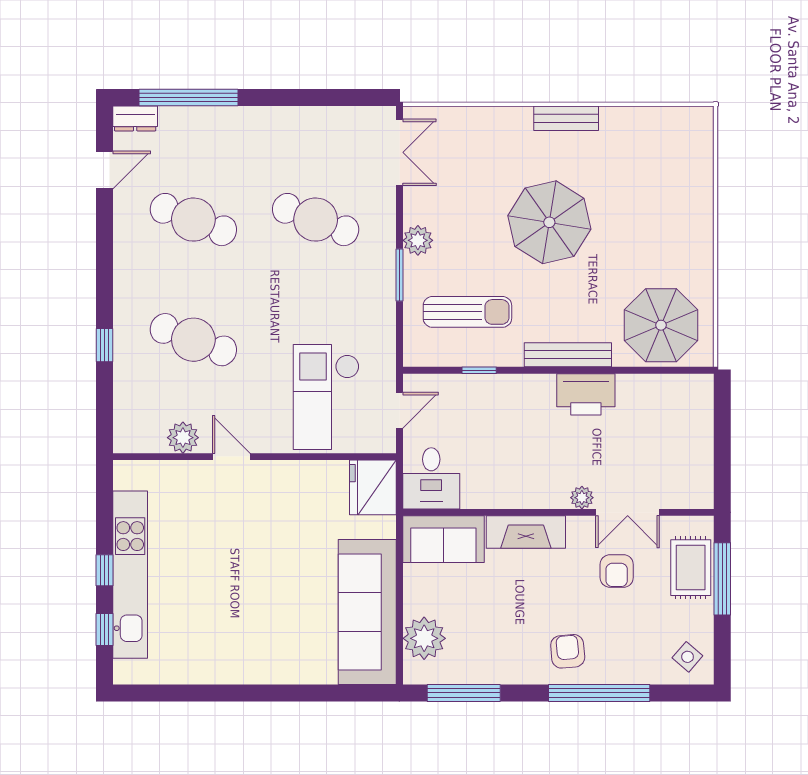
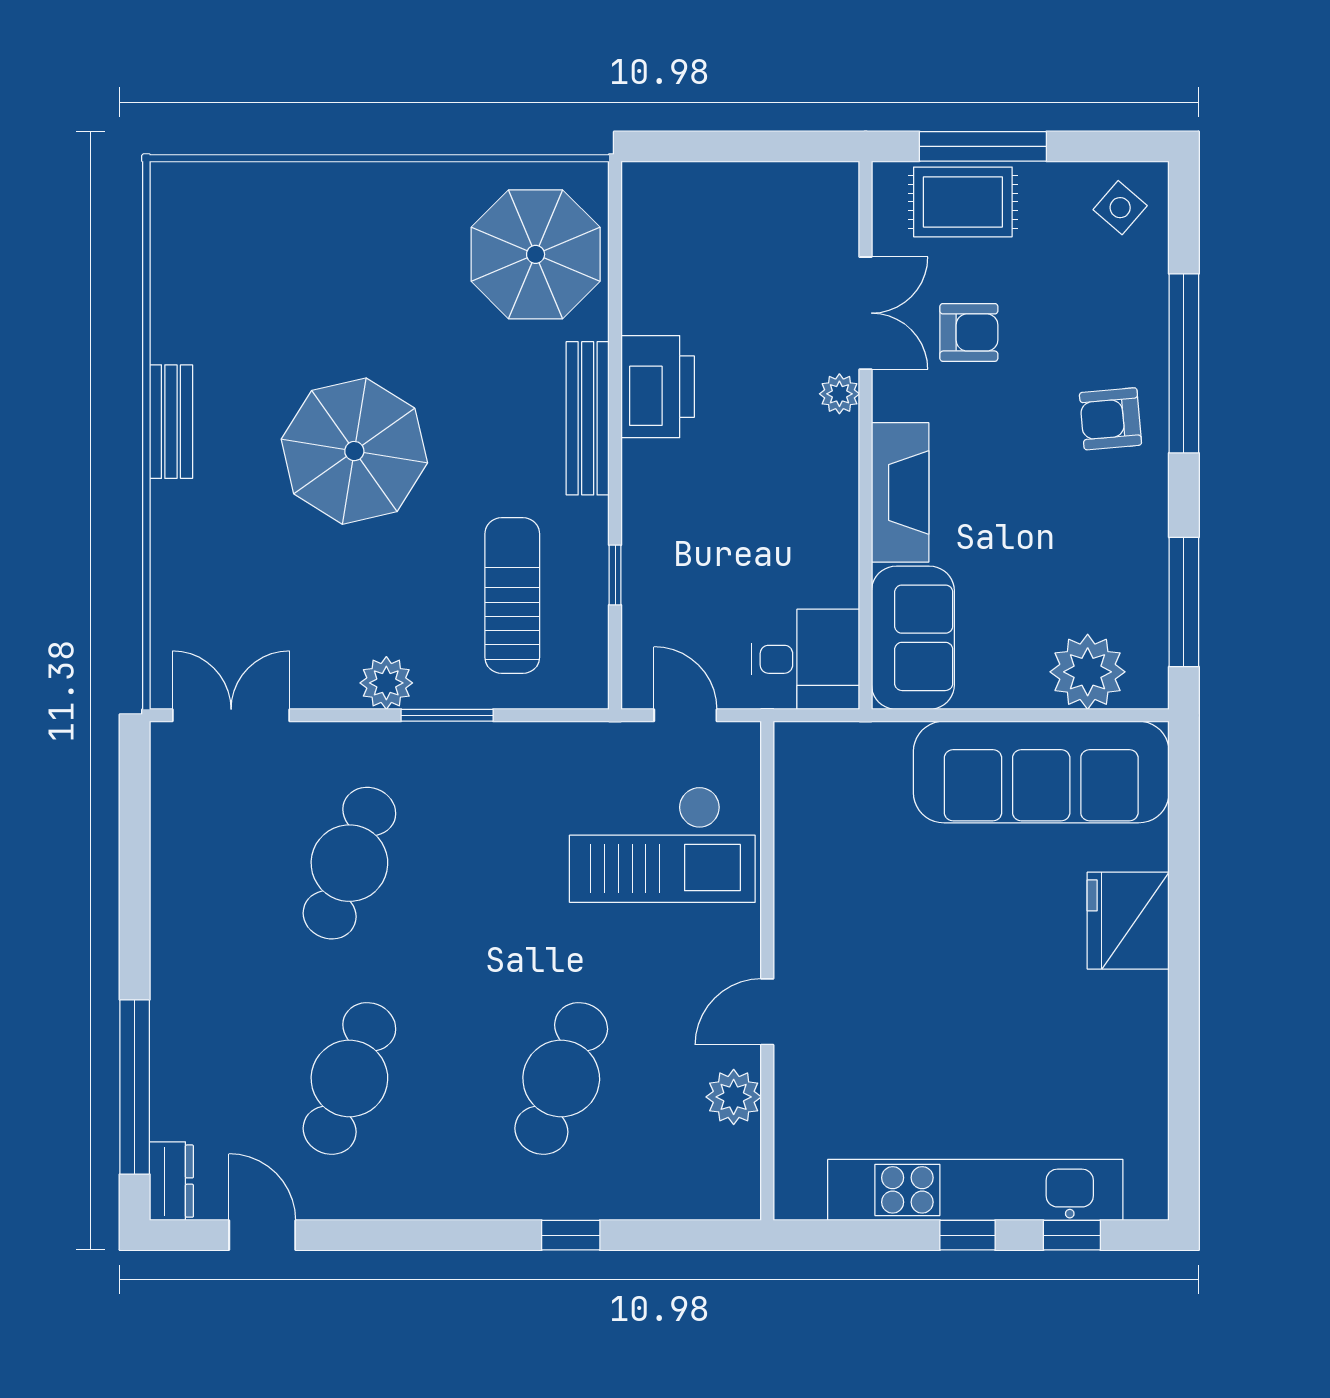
fridge: (373, 487) -> (1128, 921), moved, turned 90

